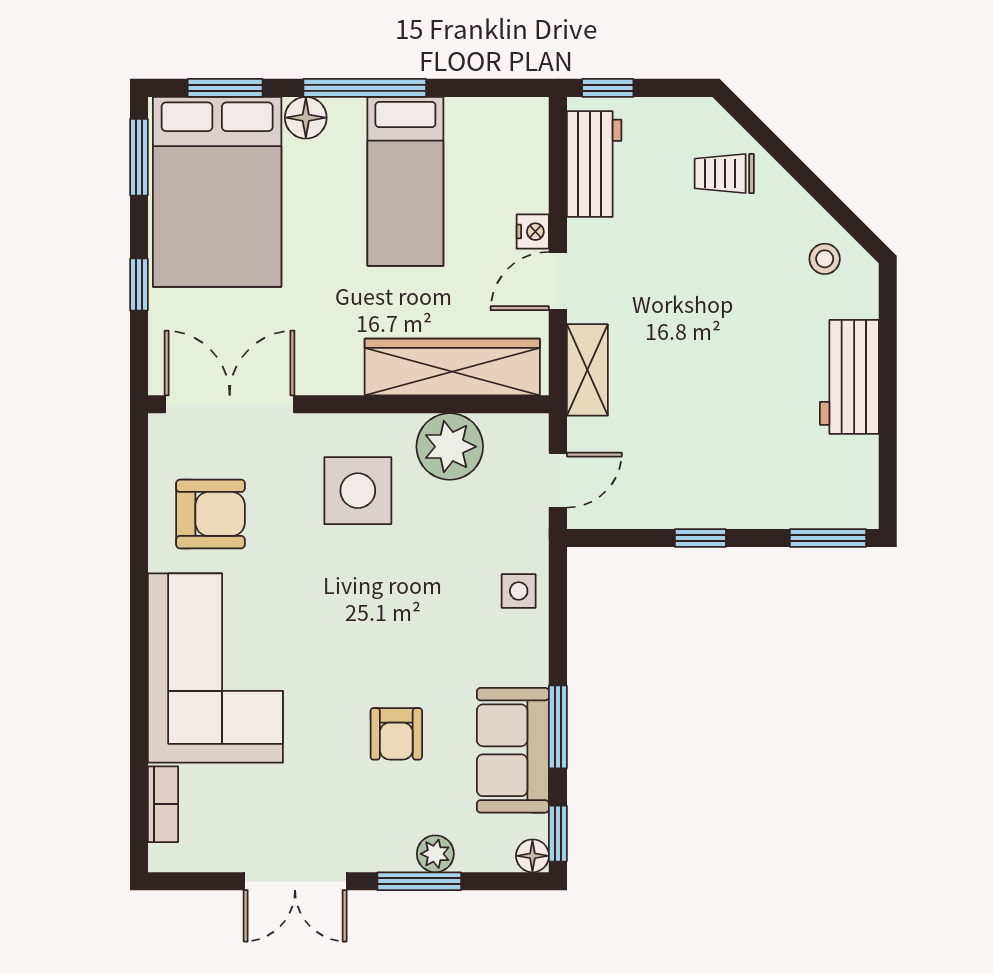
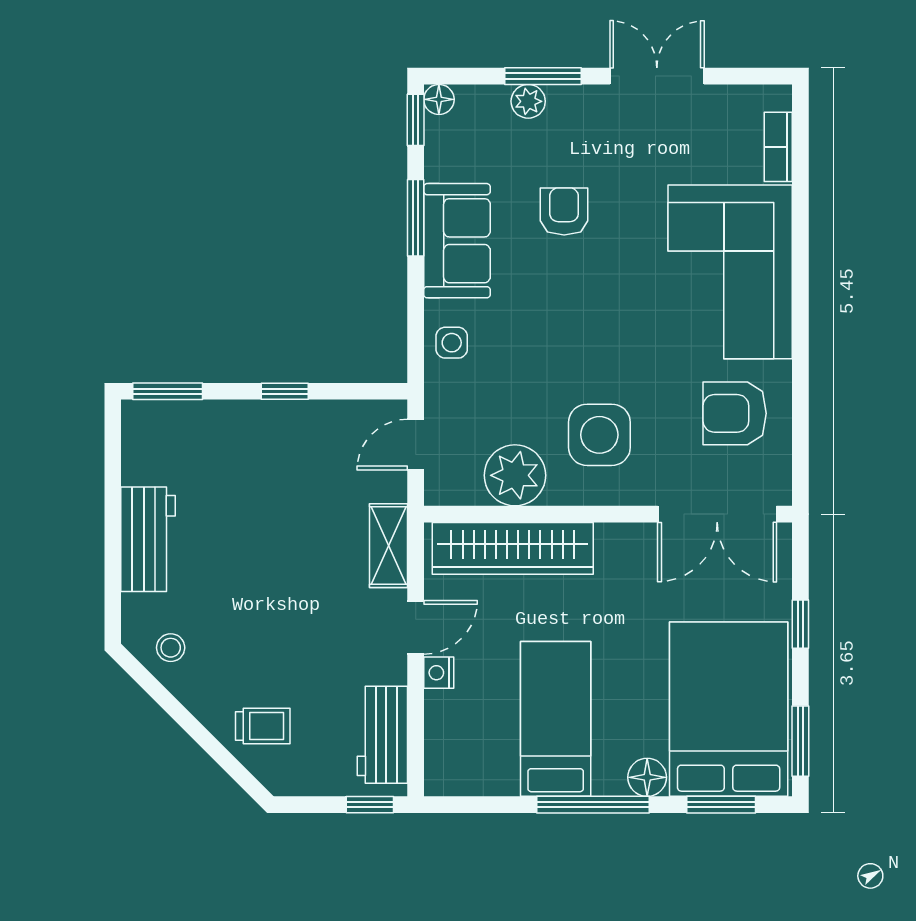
sofa: (513, 750) -> (457, 241), moved

